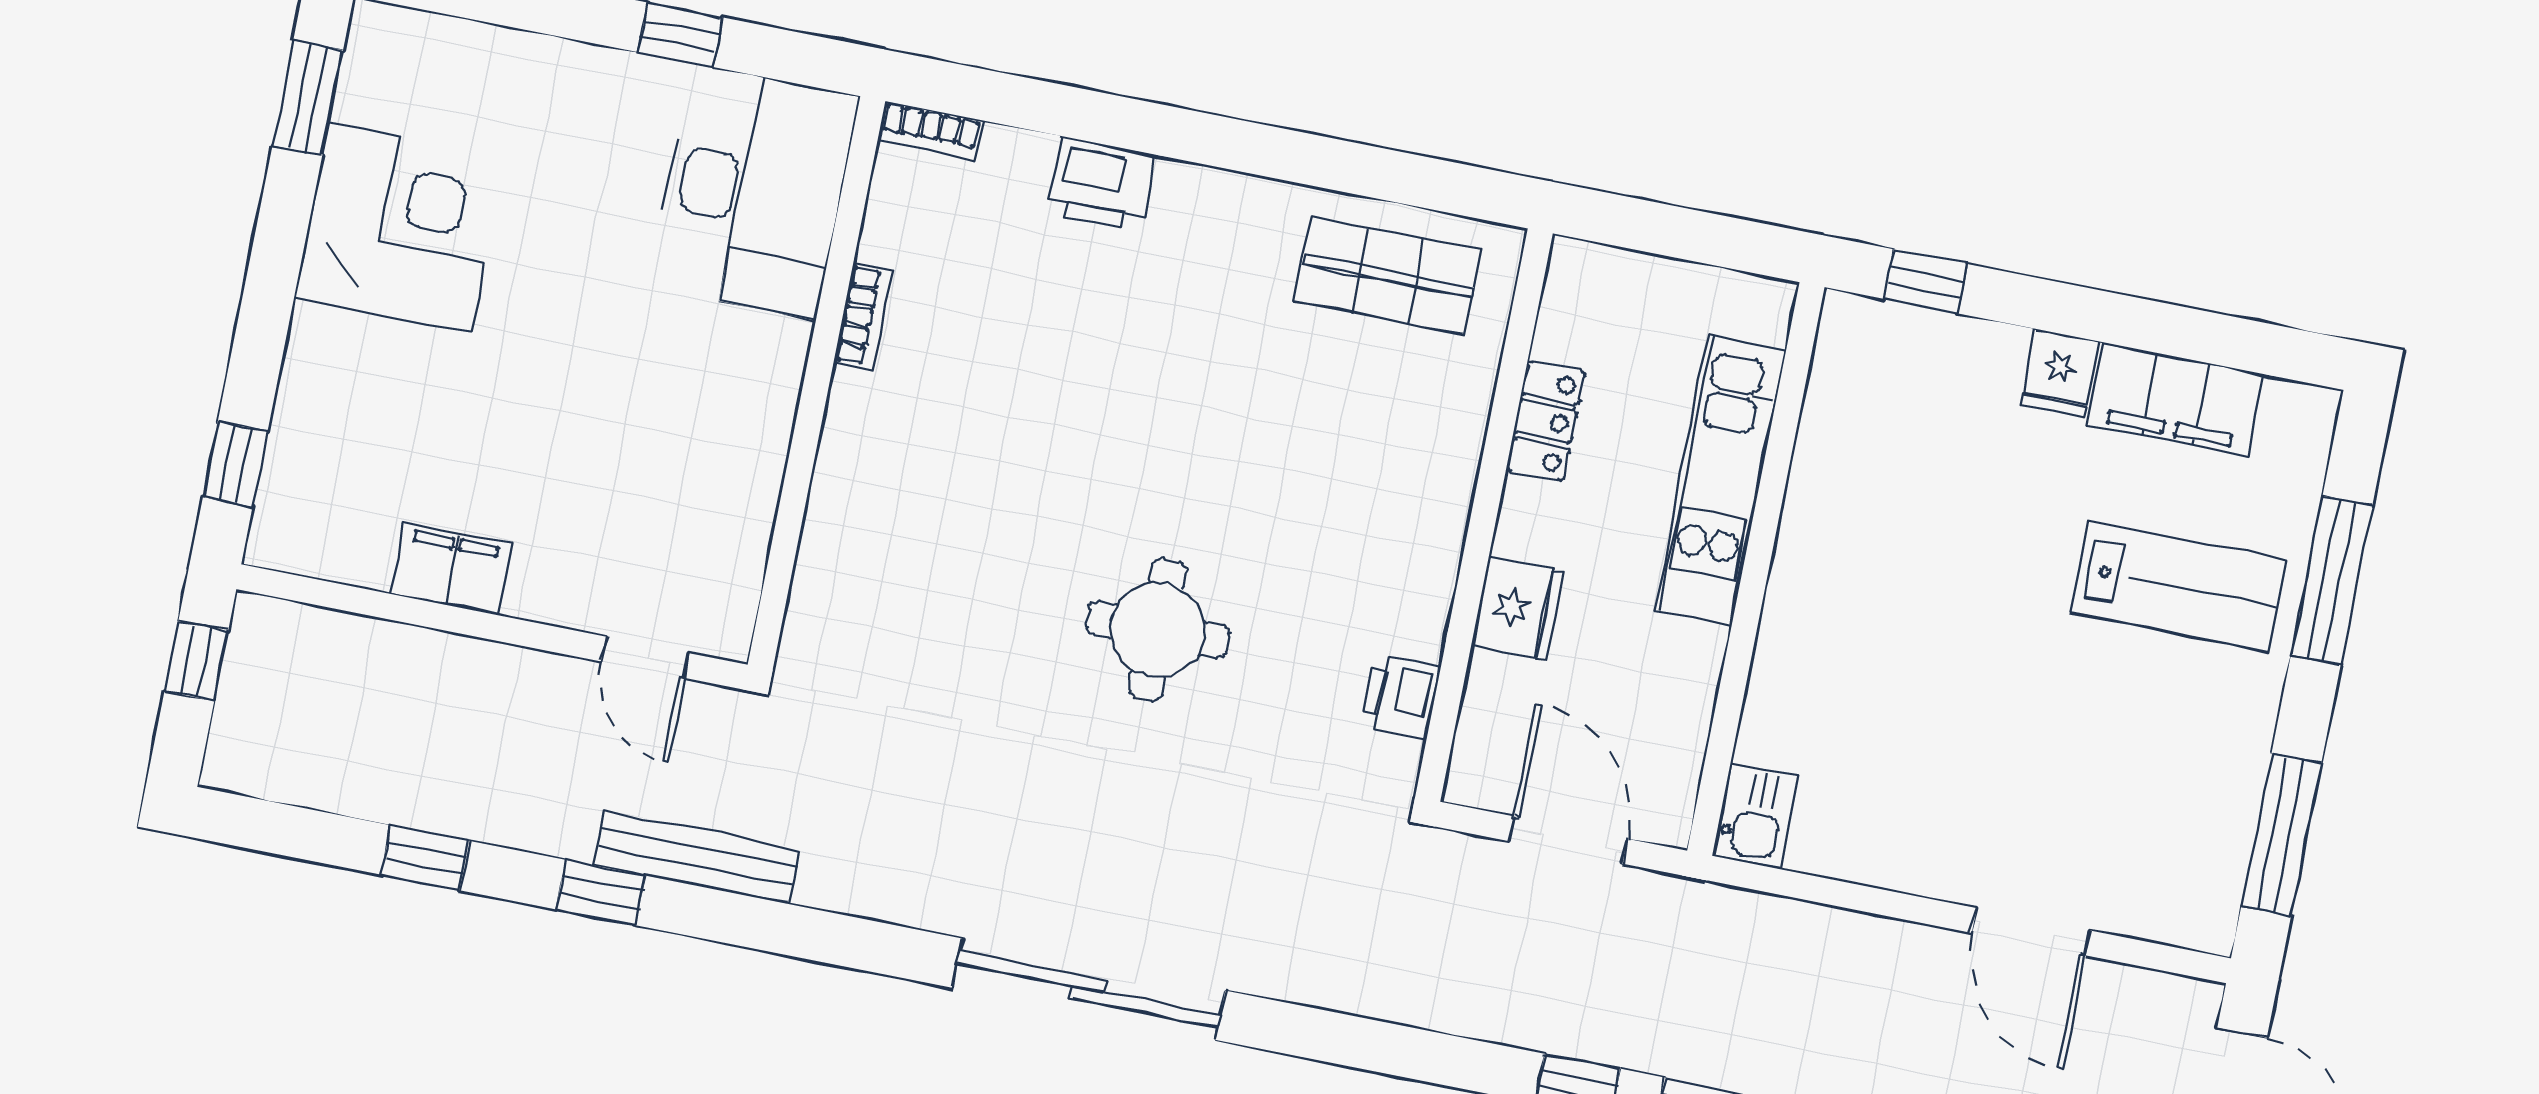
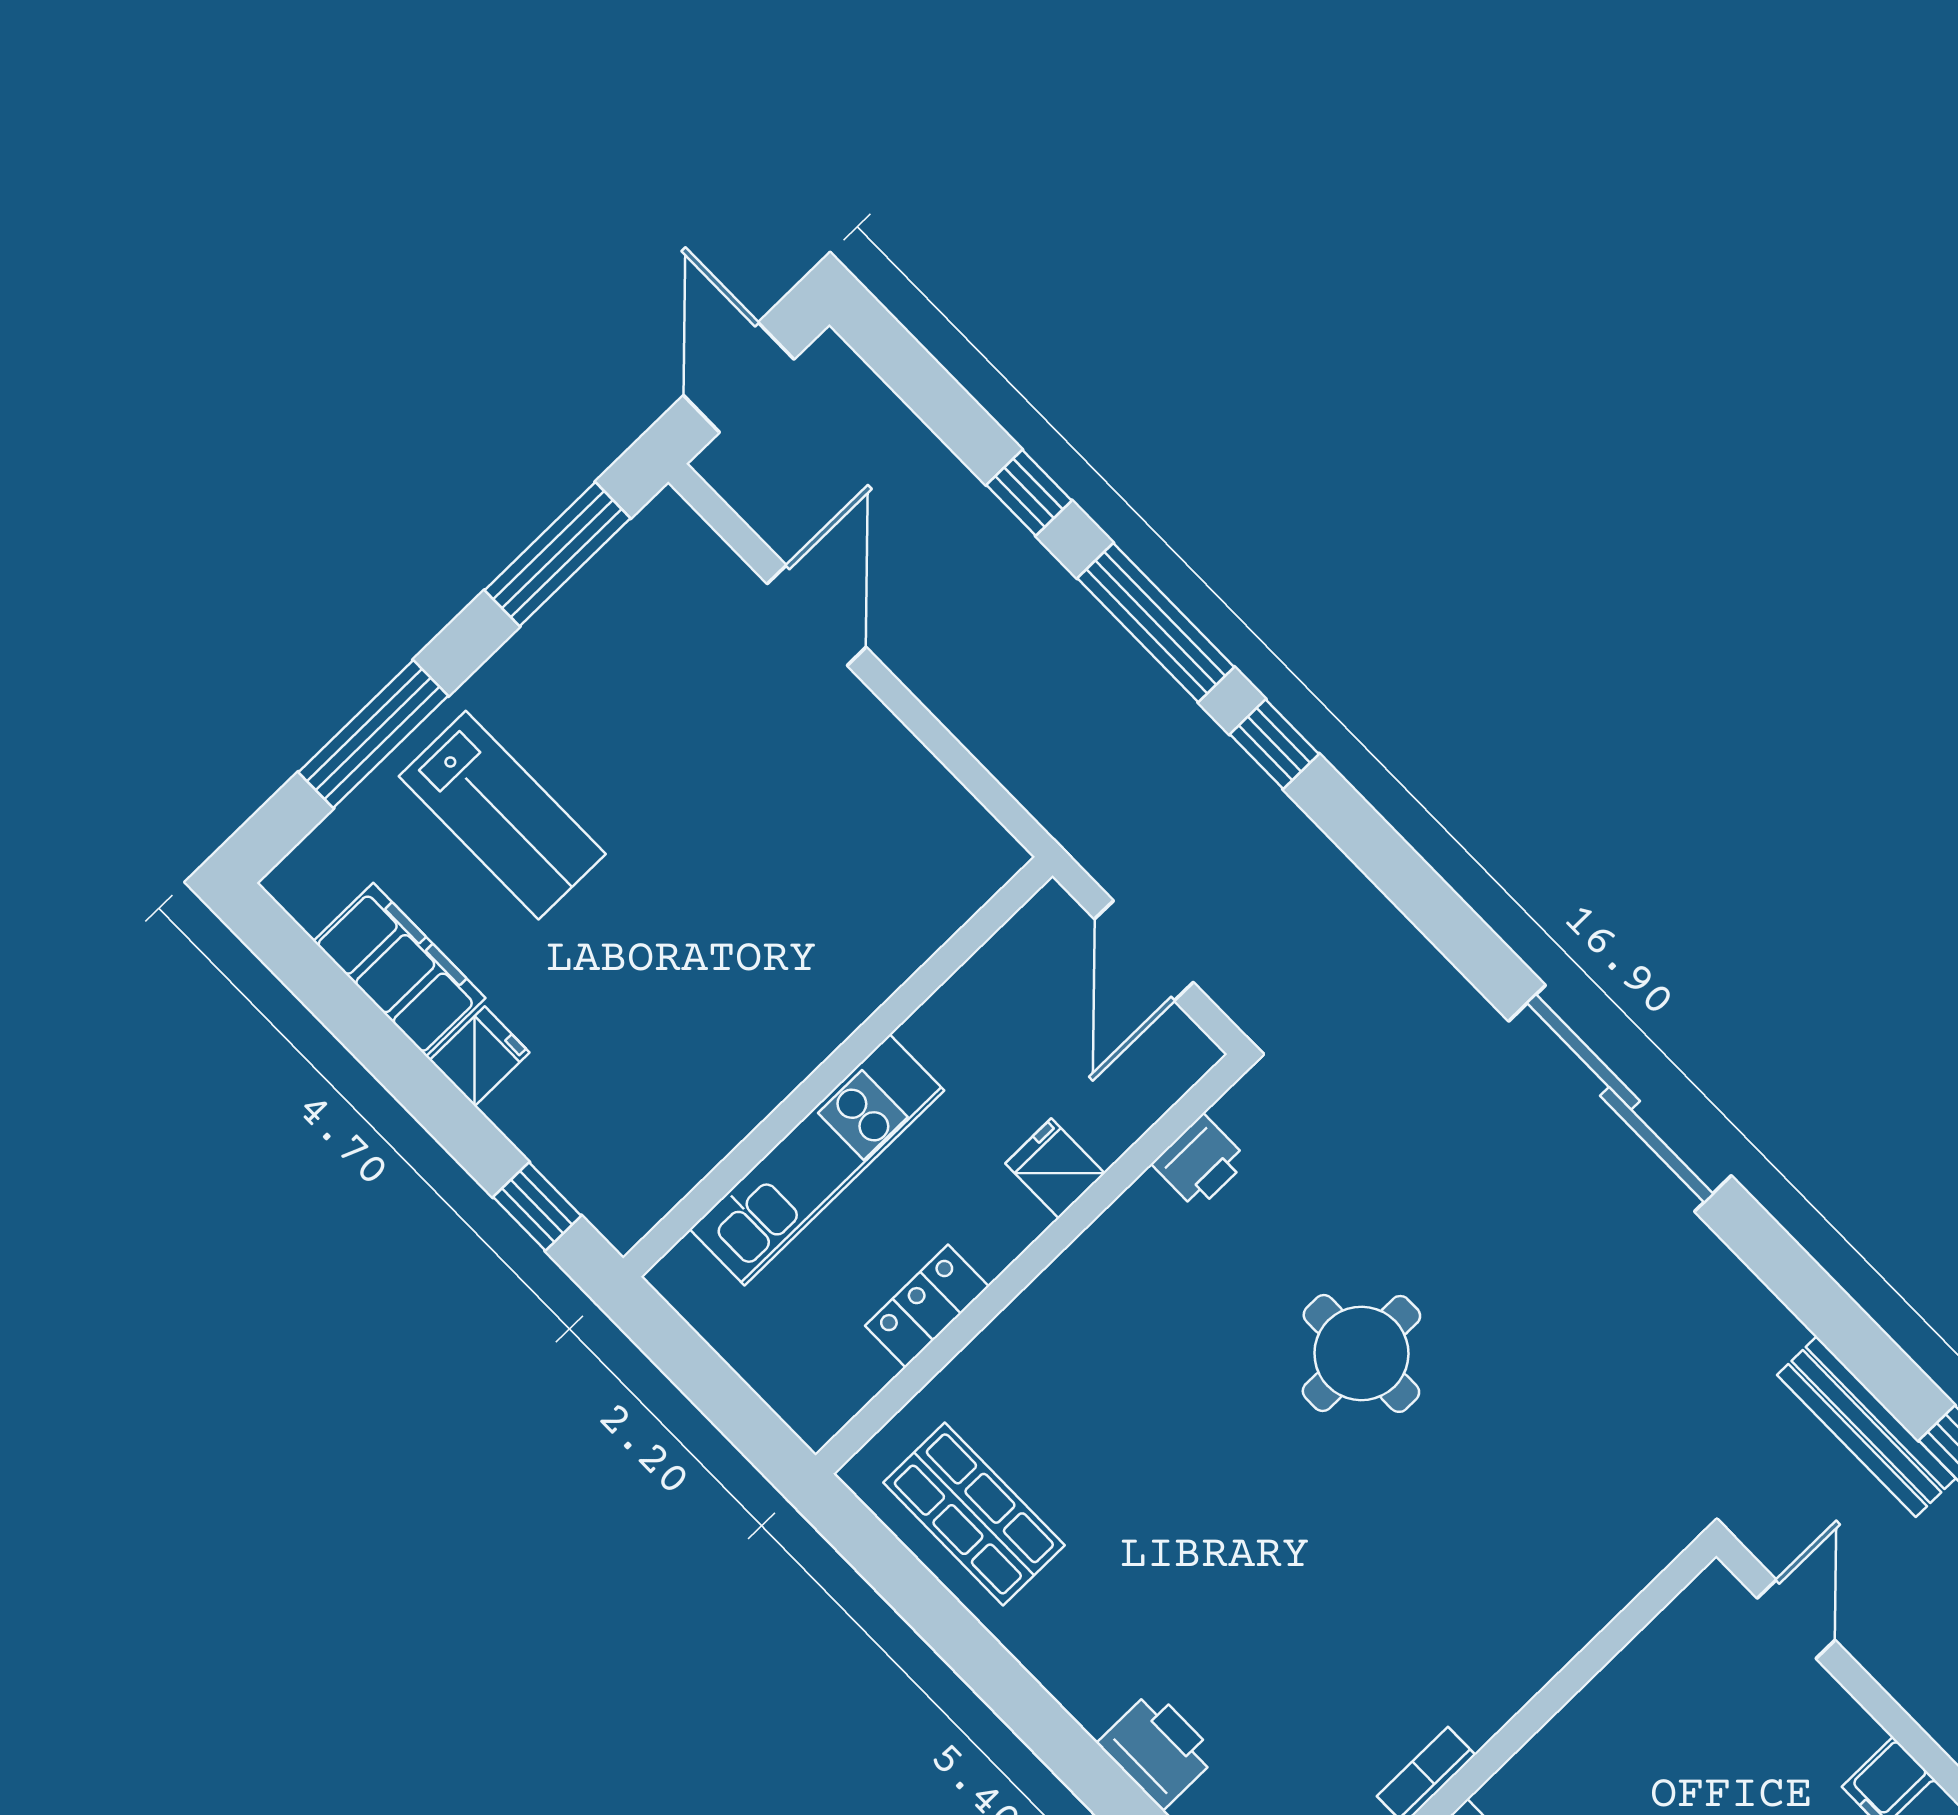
lab bench: (2178, 586) -> (502, 815), turned 180
fridge: (1518, 609) -> (1055, 1168), width x0.72
kitchen sink: (1755, 816) -> (977, 866), removed

